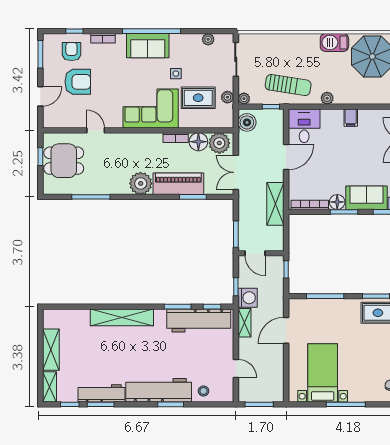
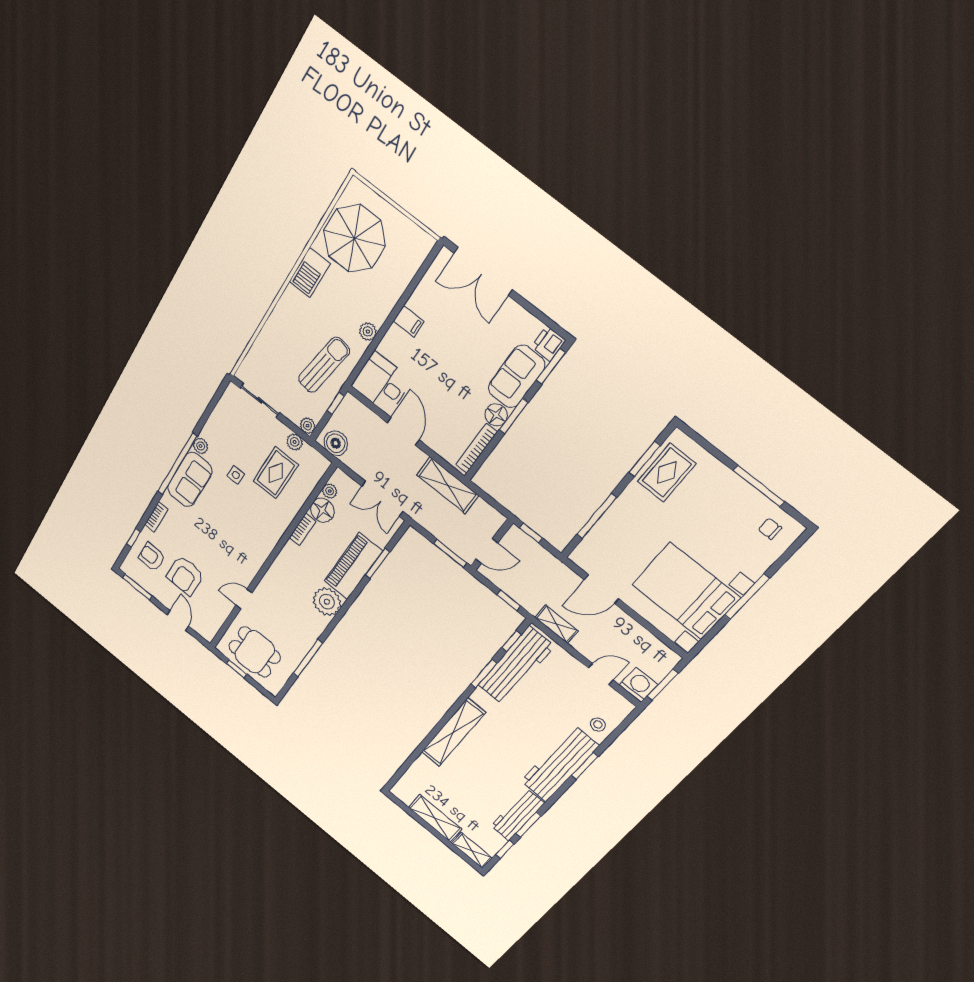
plant: (208, 39) -> (201, 446), moved
armchair: (78, 82) -> (185, 576), turned 180
corner sofa: (151, 108) -> (256, 529), removed
plant: (219, 143) -> (330, 491), width x0.53, depth x0.53
dining table: (64, 161) -> (255, 652), turned 90
washing machine: (248, 298) -> (639, 685), moved
door: (286, 330) -> (601, 589), hinge flipped
bed with nightstands: (323, 373) -> (686, 591), width x1.36

